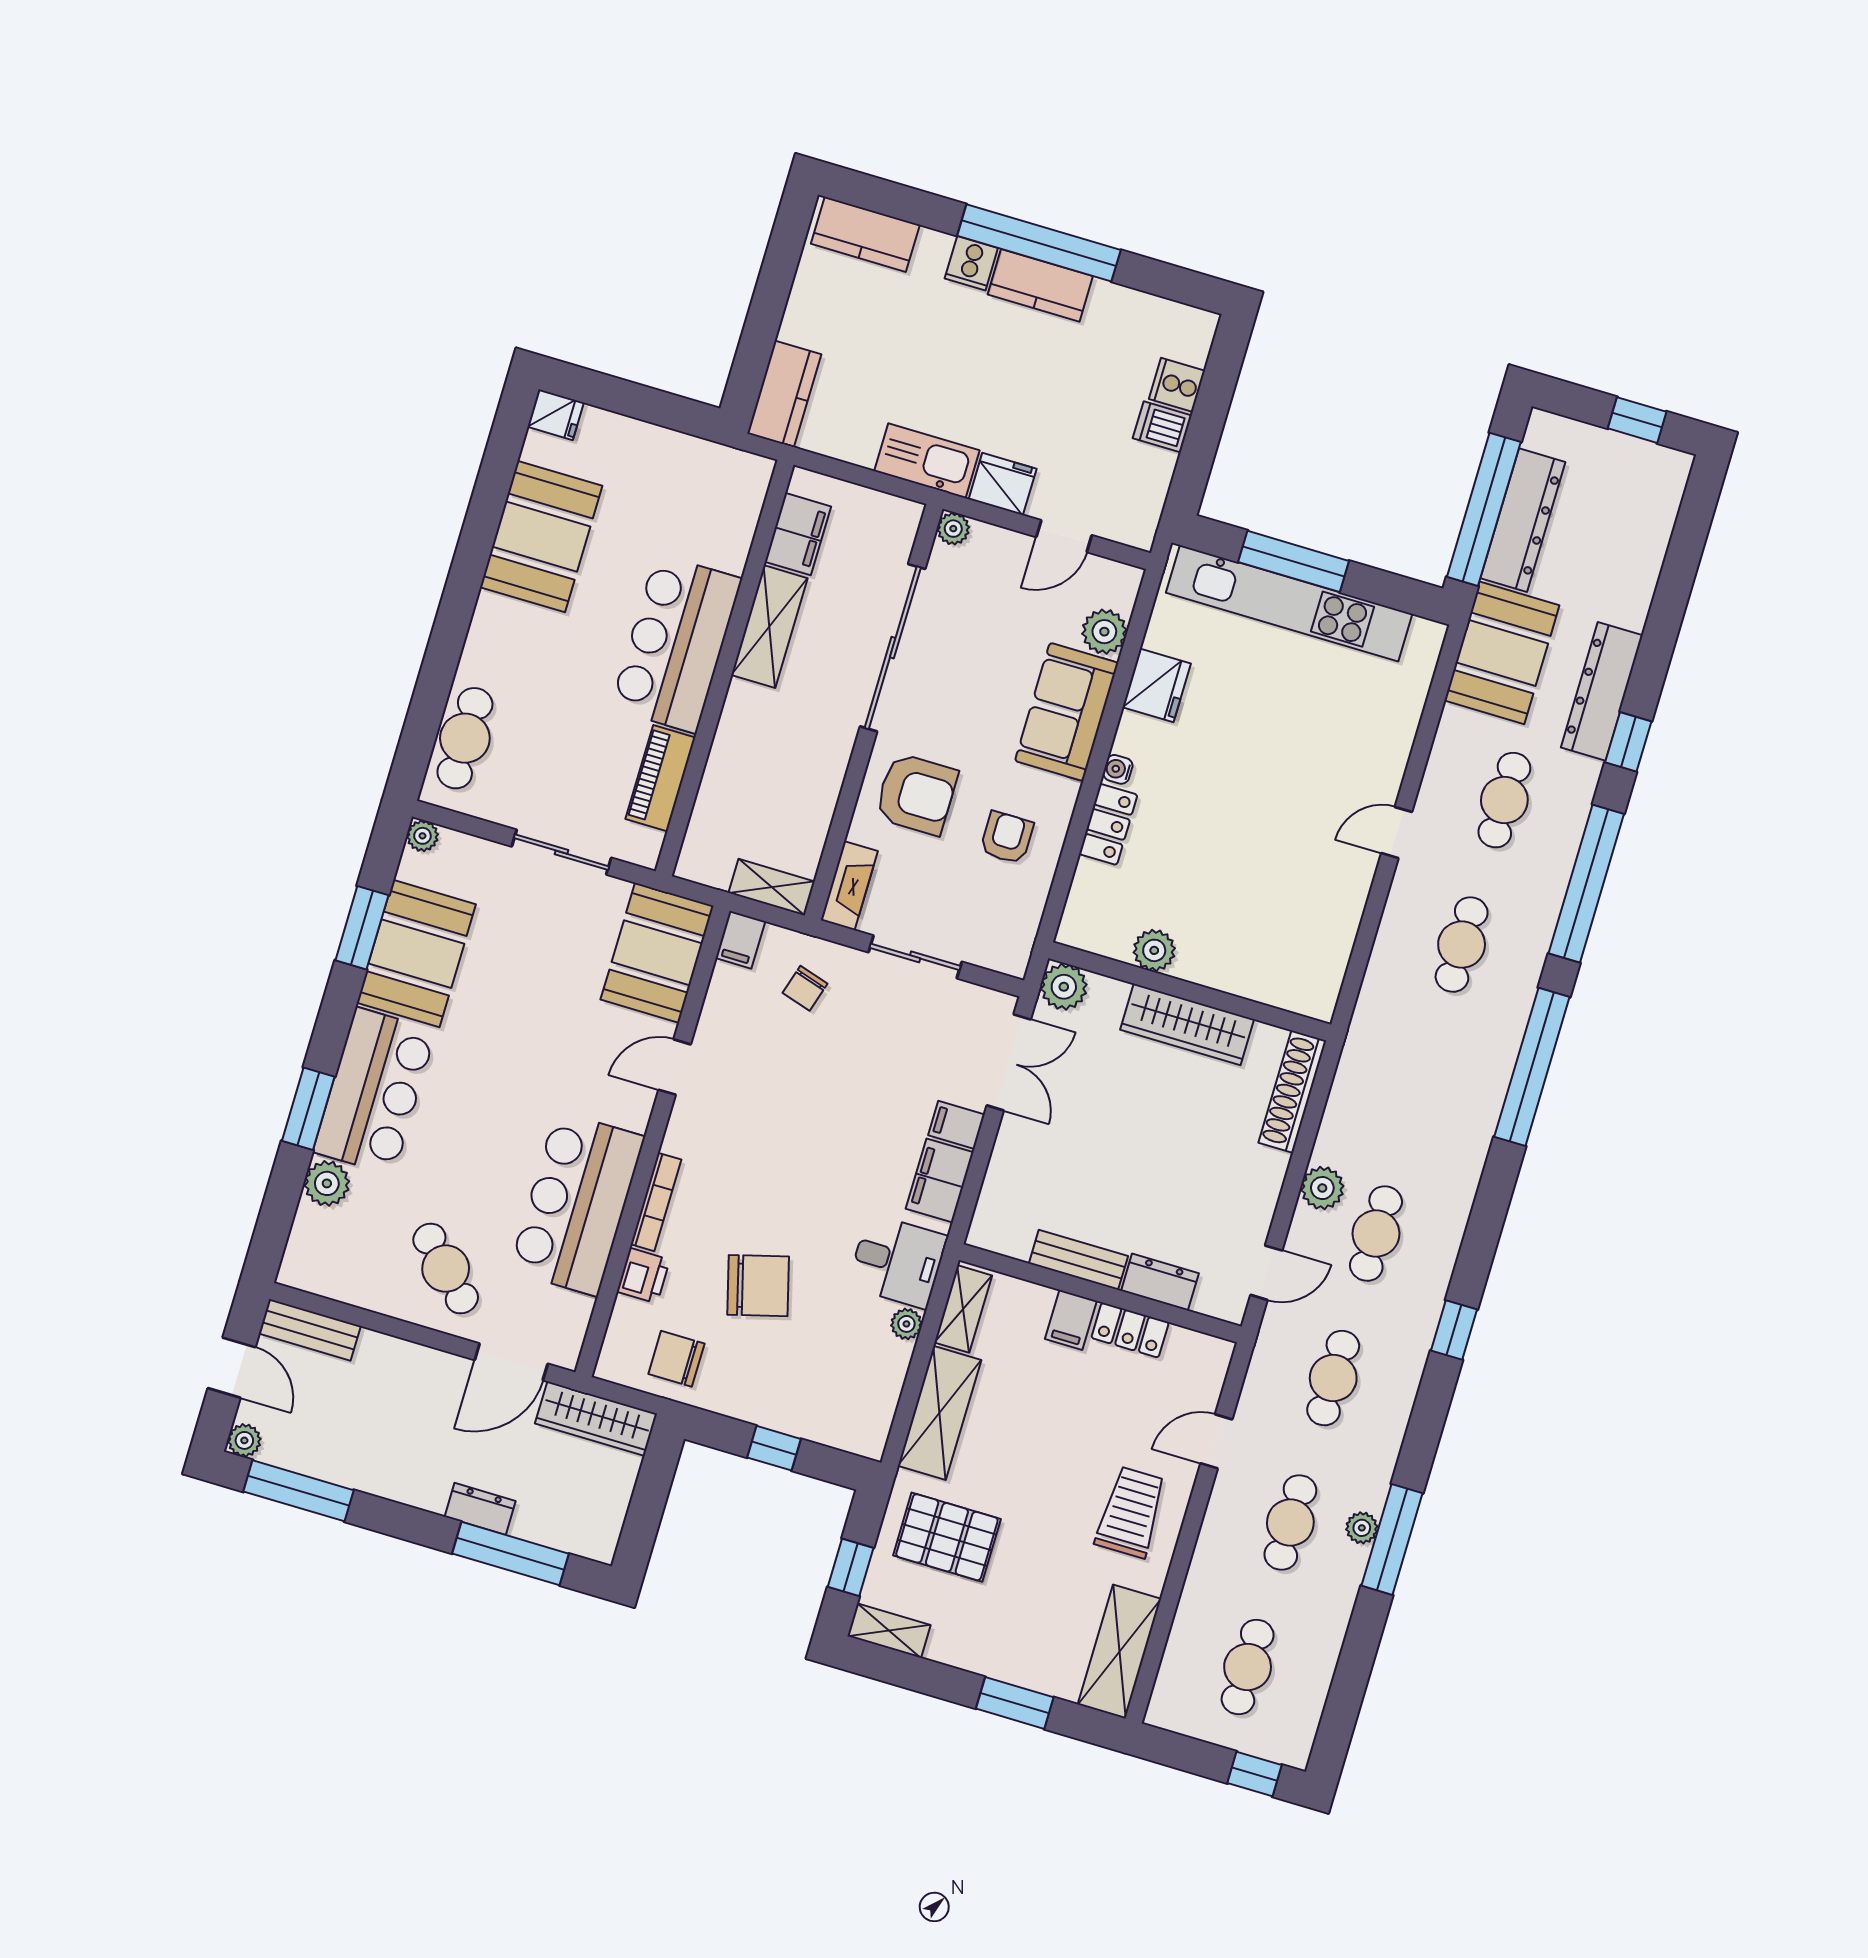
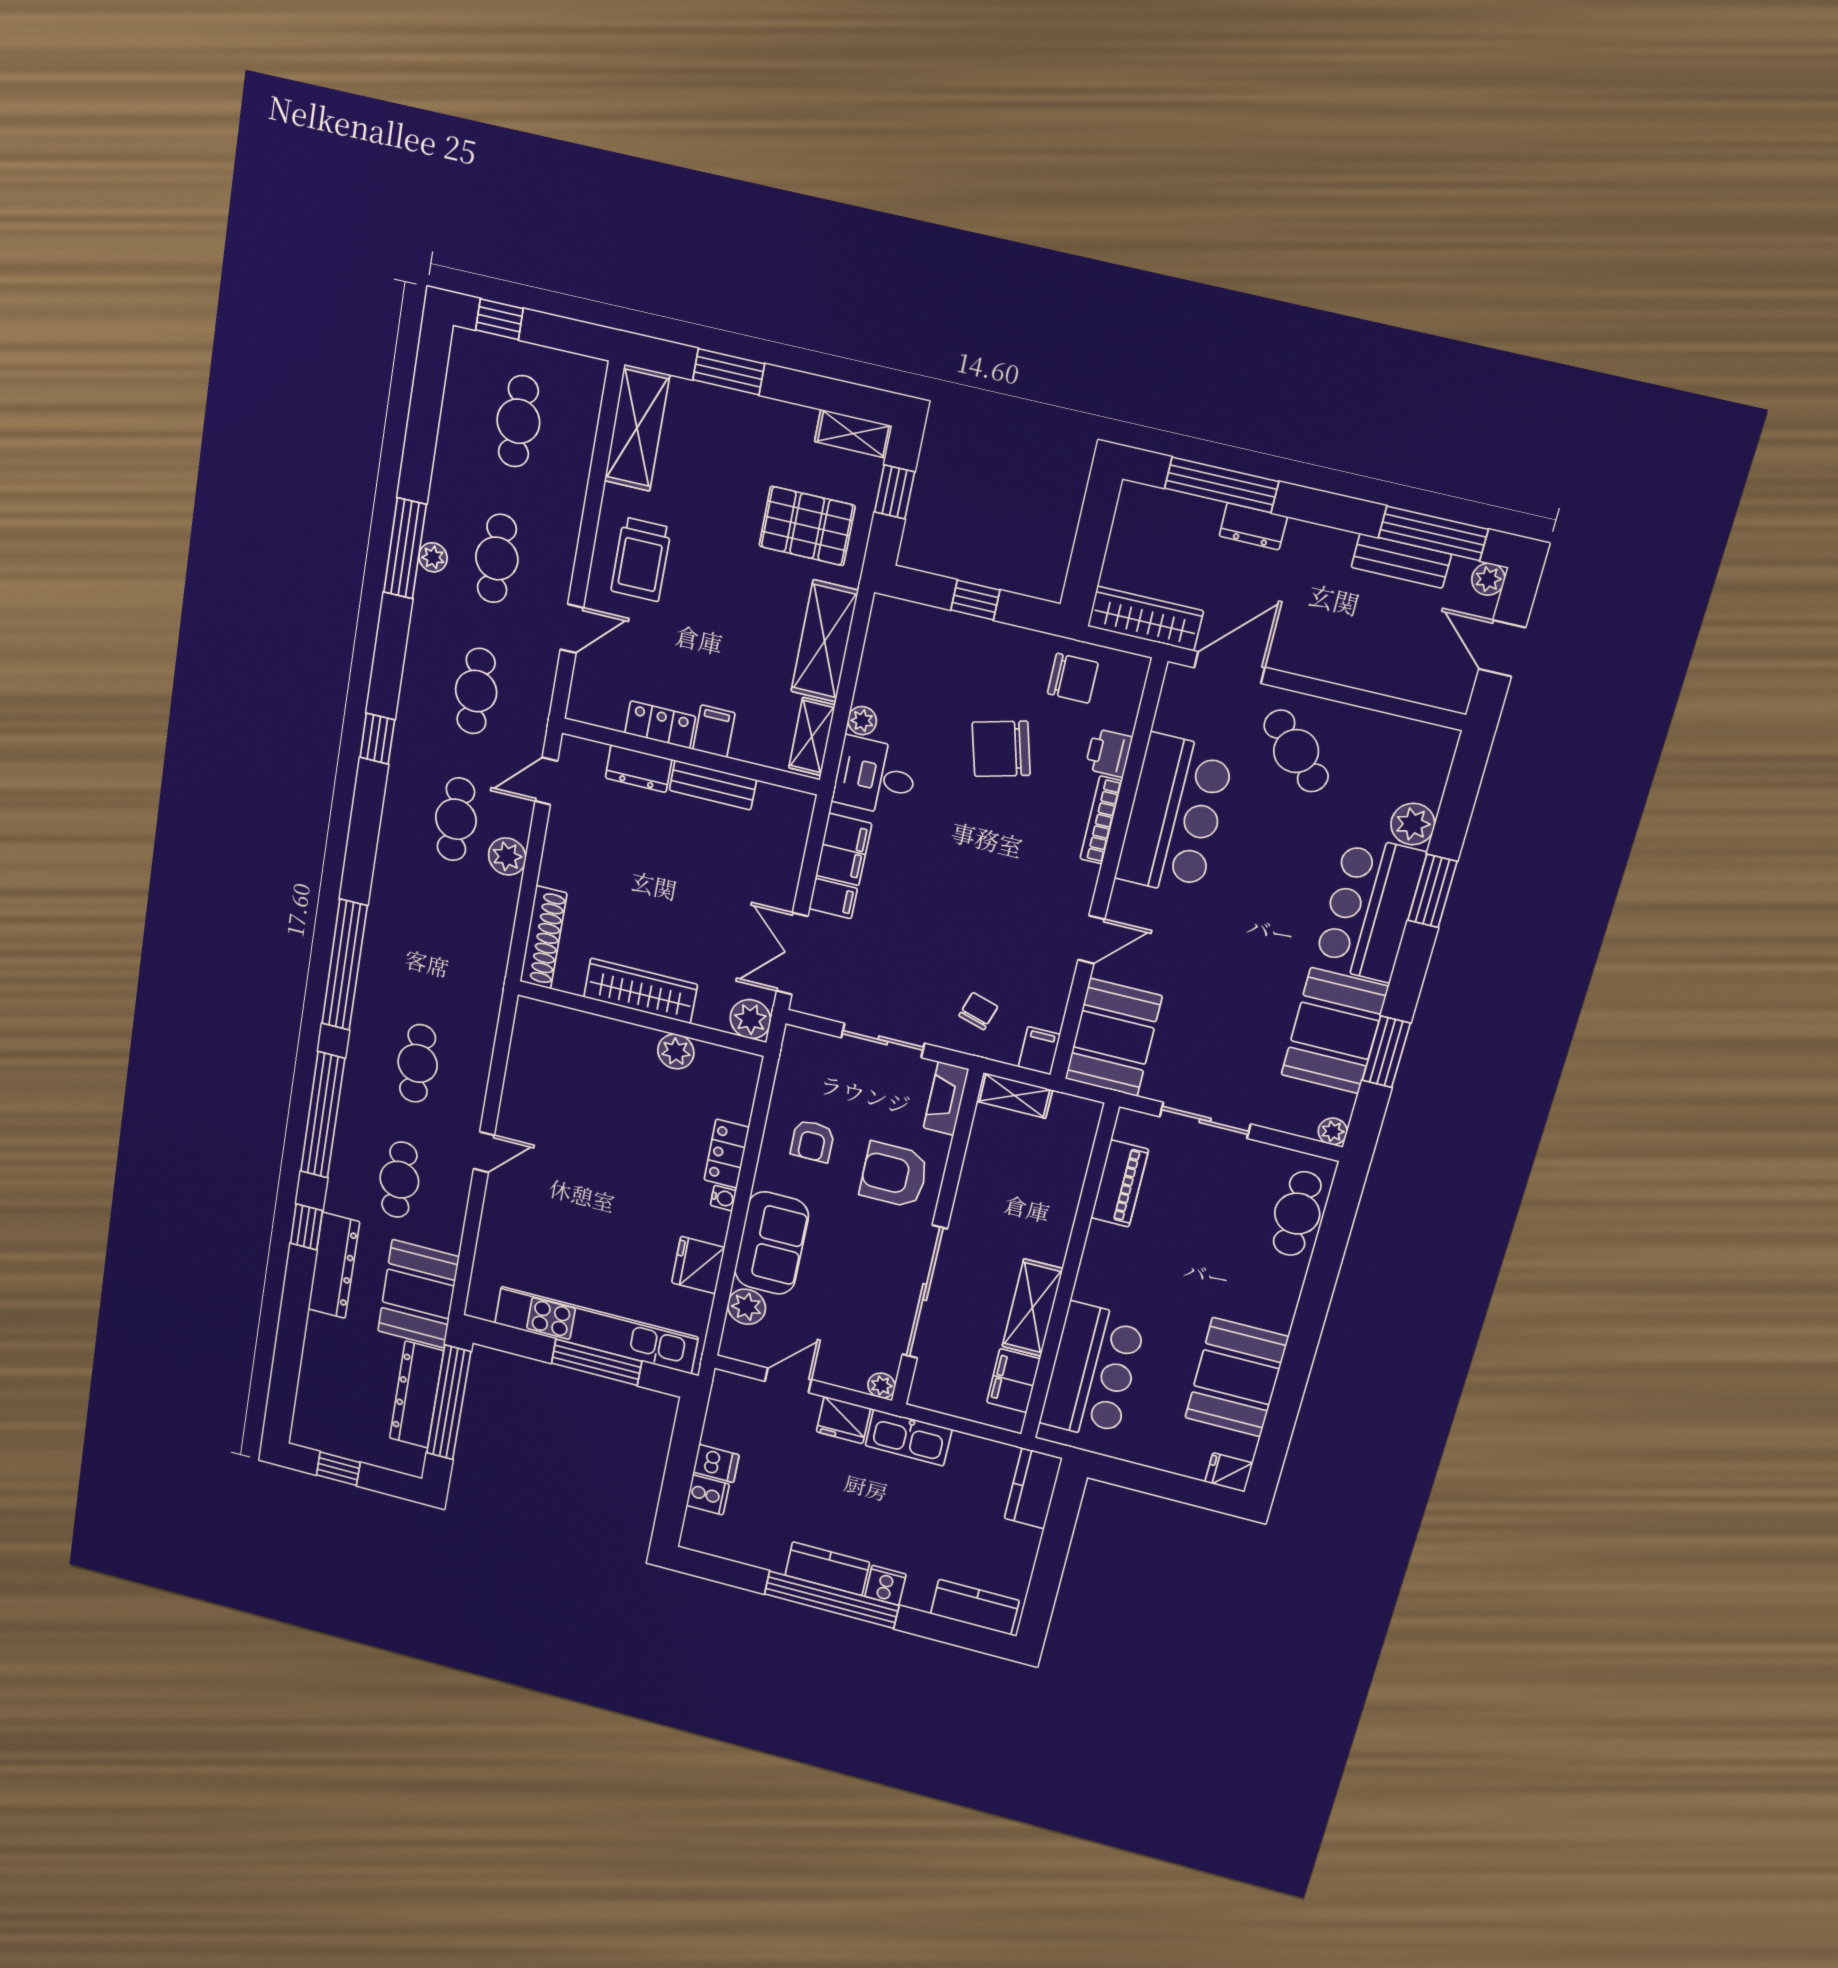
bar counter: (676, 644) -> (1092, 1372), moved
bench: (310, 1330) -> (1401, 561), moved

